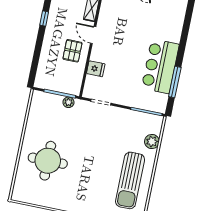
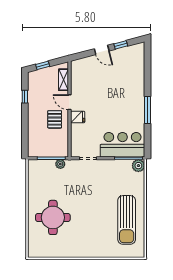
bar counter: (160, 66) -> (123, 145), moved, turned 90
fridge: (96, 69) -> (78, 117), moved
window: (175, 82) -> (148, 110), moved
plant: (152, 142) -> (138, 166), moved

